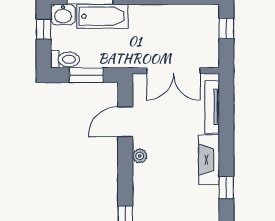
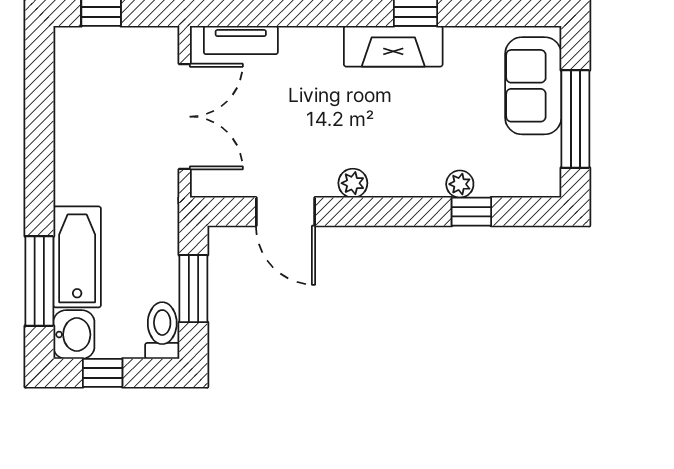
tv unit: (212, 107) -> (241, 40), width x0.71
fireplace: (209, 160) -> (393, 46), moved
plant: (139, 210) -> (460, 184), added

